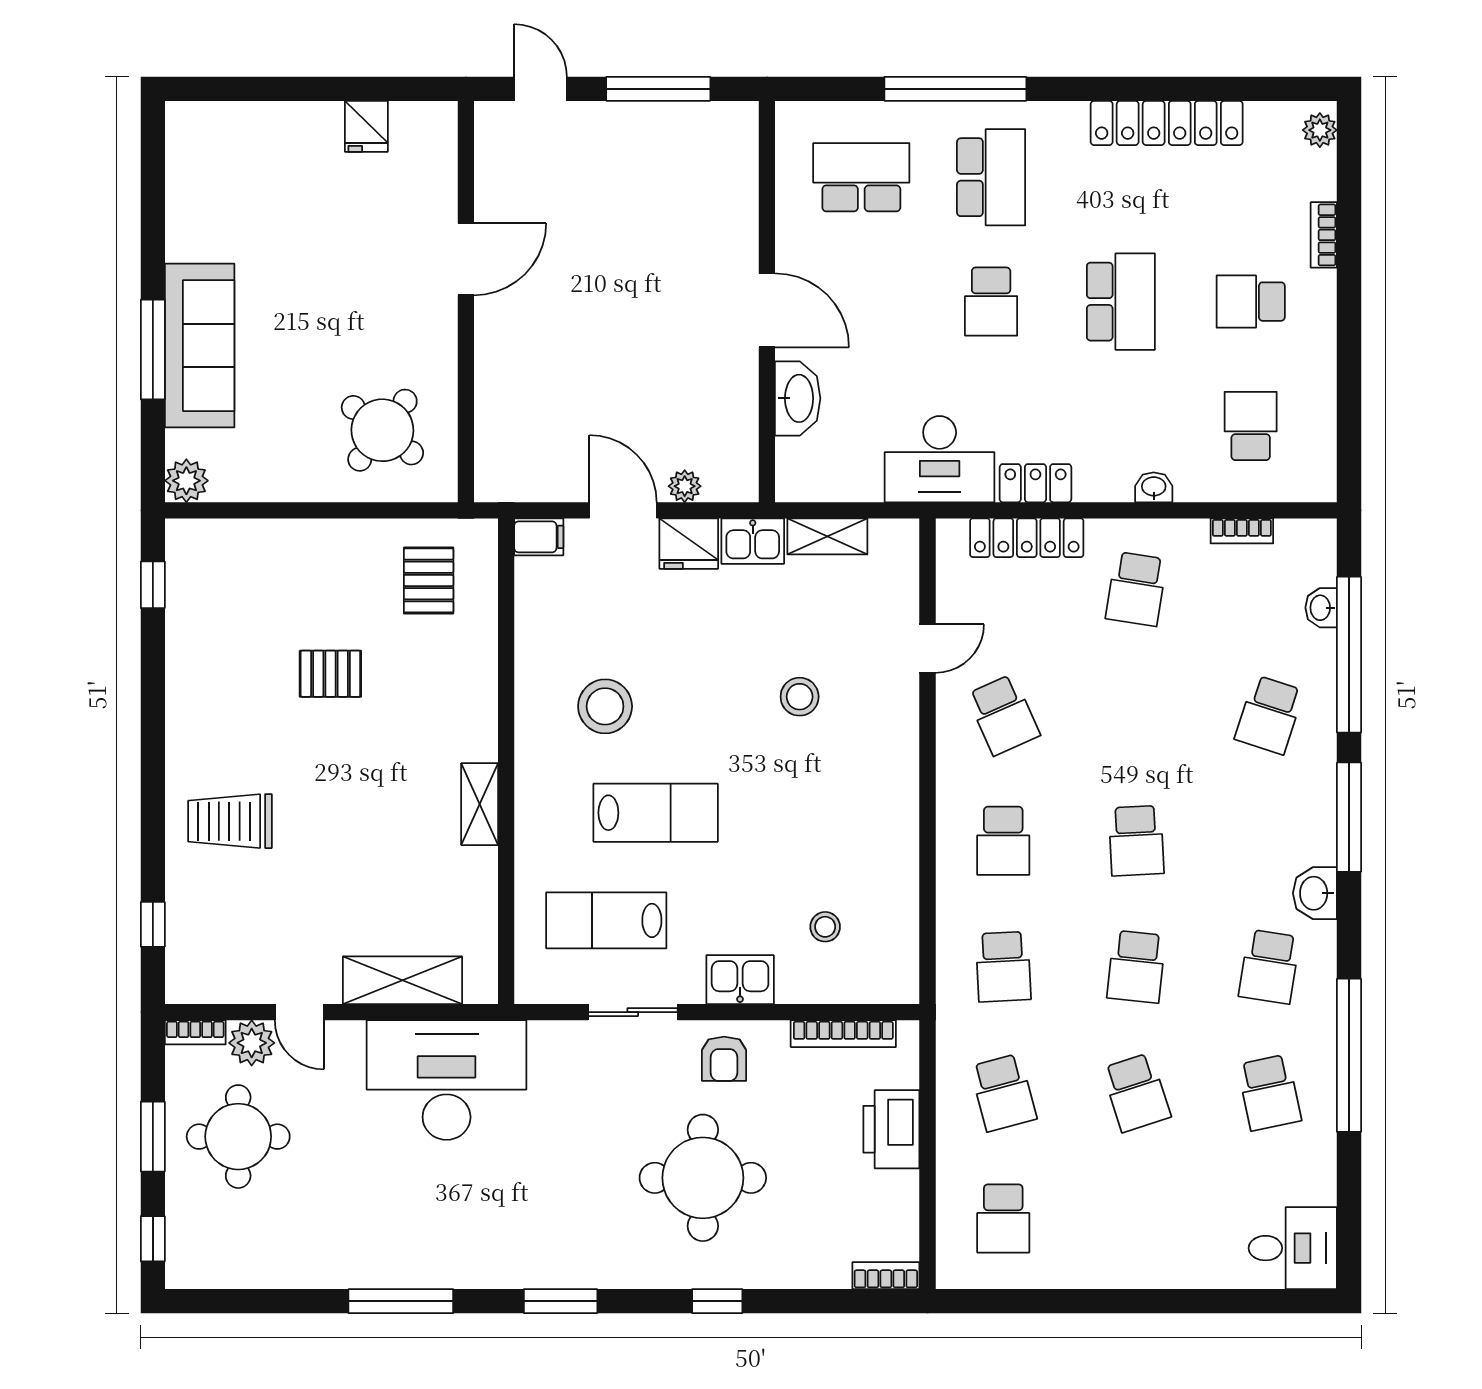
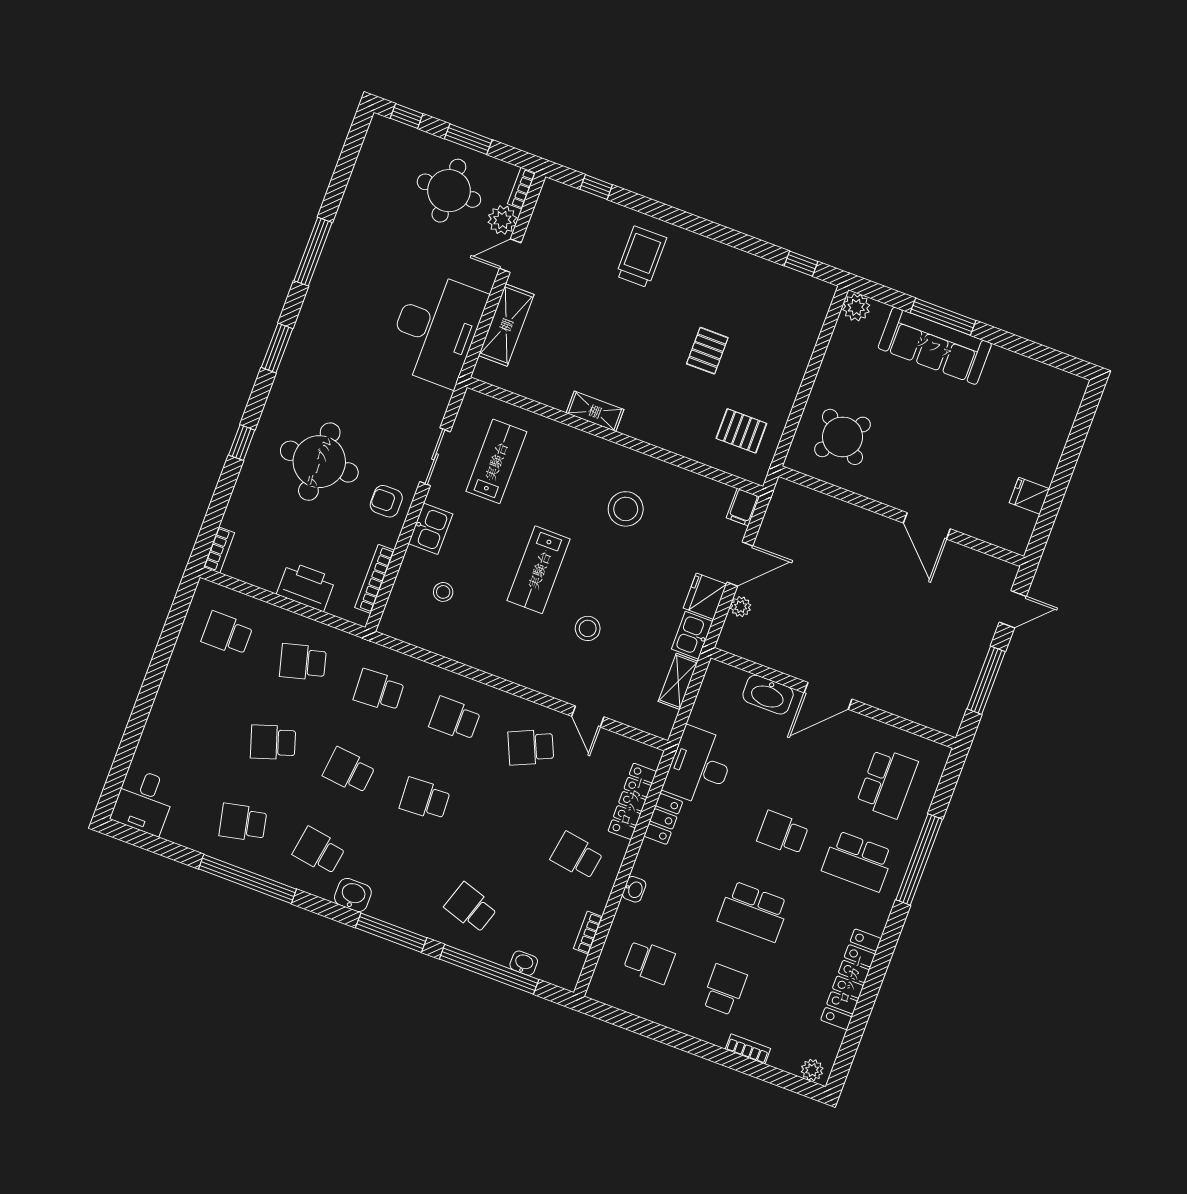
lab bench: (656, 813) -> (539, 570), moved

